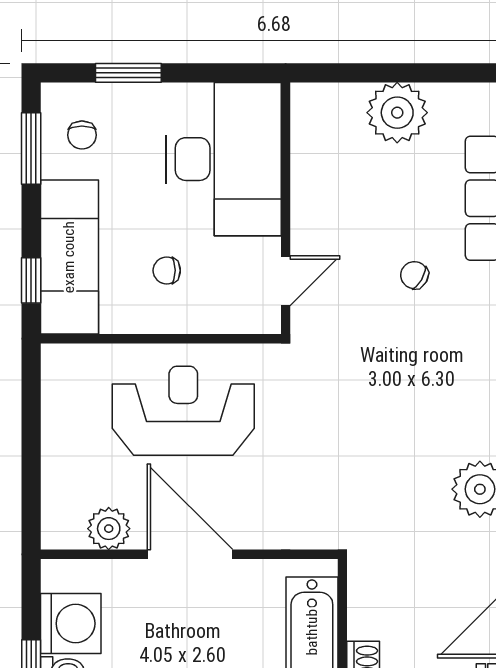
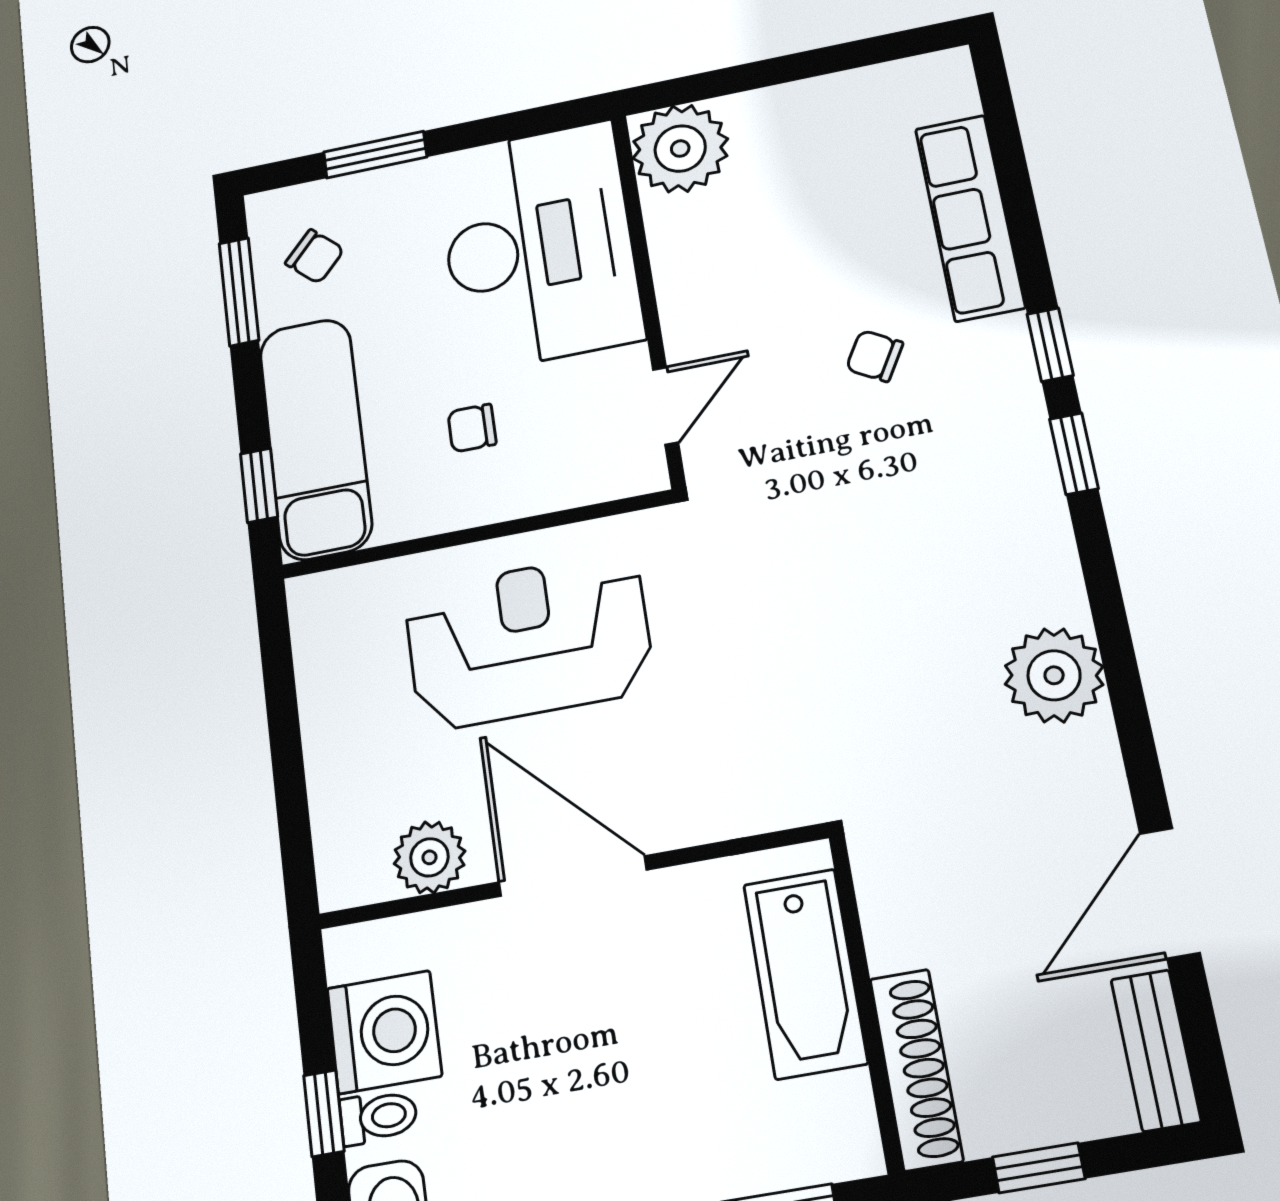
plant: (397, 113) -> (680, 149), moved
chair: (82, 135) -> (315, 256), turned -47

